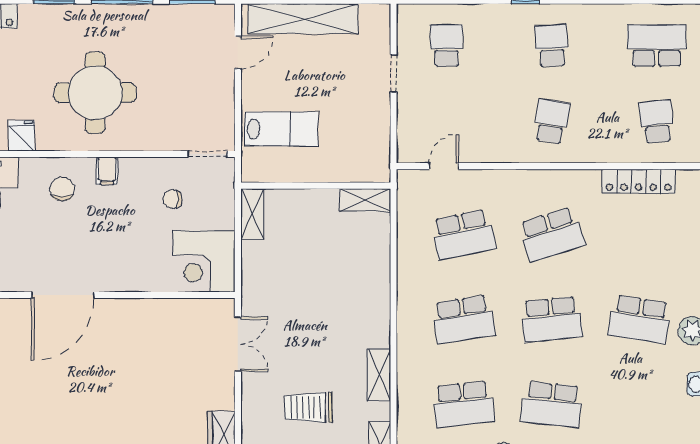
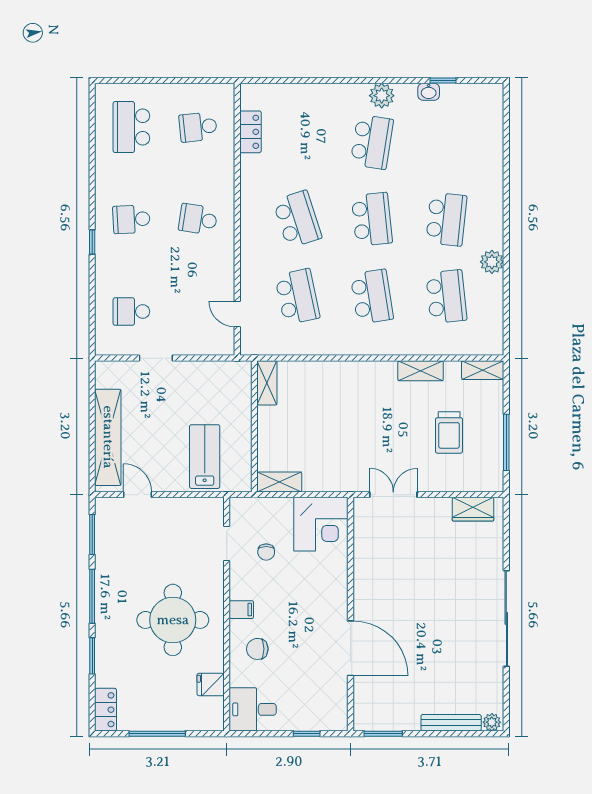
doorway: (207, 154) -> (227, 544), moved
locker: (639, 181) -> (250, 132), width x0.66

